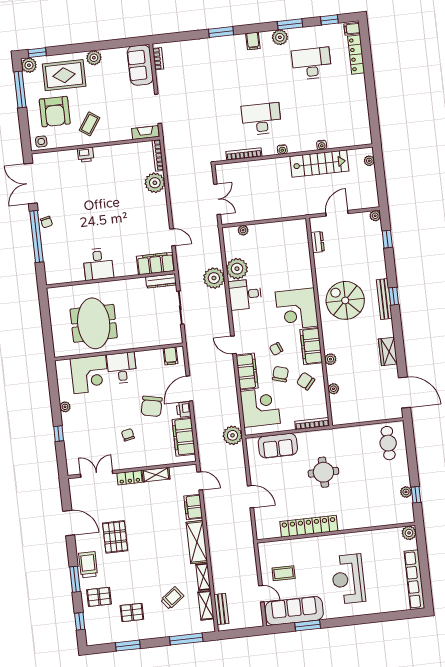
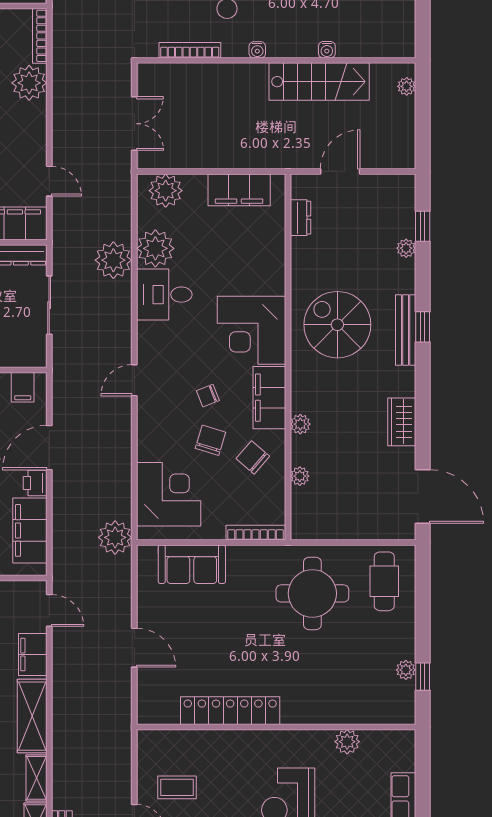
plant: (375, 216) -> (406, 248), moved
plant: (243, 230) -> (166, 191), width x1.87, depth x1.87
door: (233, 345) -> (134, 380), hinge flipped
filing cabinet: (247, 372) -> (239, 190), moved, turned 90
round table: (323, 472) -> (312, 593), moved, width x1.36, depth x1.36
plant: (409, 533) -> (347, 742), moved

